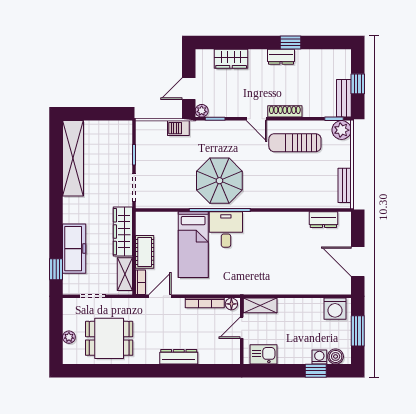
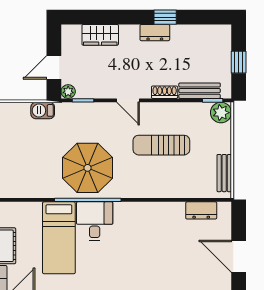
bench: (344, 98) -> (200, 91), moved, turned 90
shoe rack: (285, 111) -> (165, 92), width x0.70
sun lounger: (295, 143) -> (161, 145), moved

